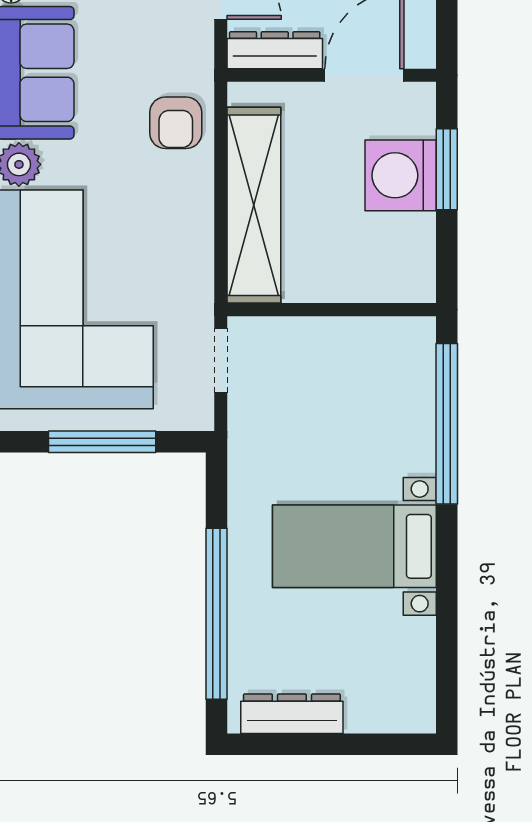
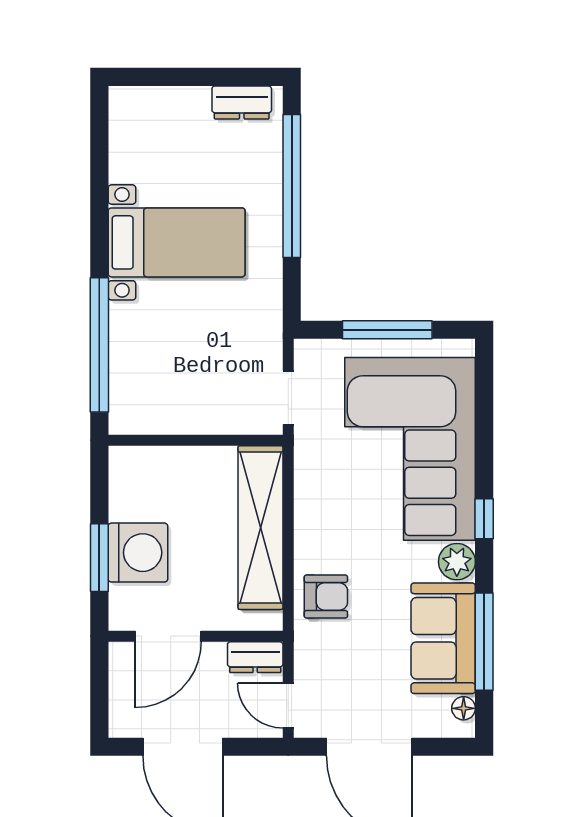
dresser: (275, 50) -> (255, 657), width x0.70
armchair: (176, 123) -> (326, 597), turned 90
dresser: (292, 714) -> (242, 102), width x0.70

